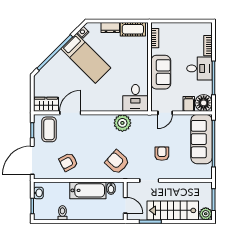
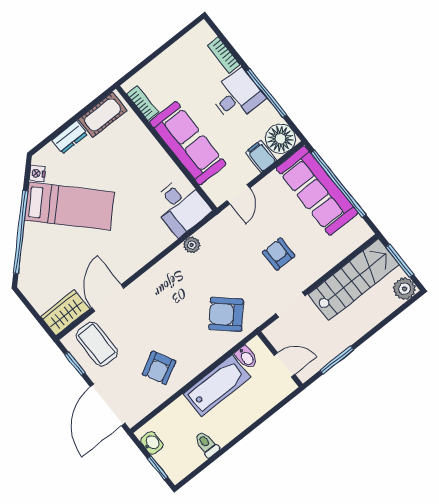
sofa: (161, 72) -> (188, 143), width x1.36
plant: (122, 123) -> (192, 245), width x0.53, depth x0.53
stairs: (173, 210) -> (354, 279), moved, turned 180

